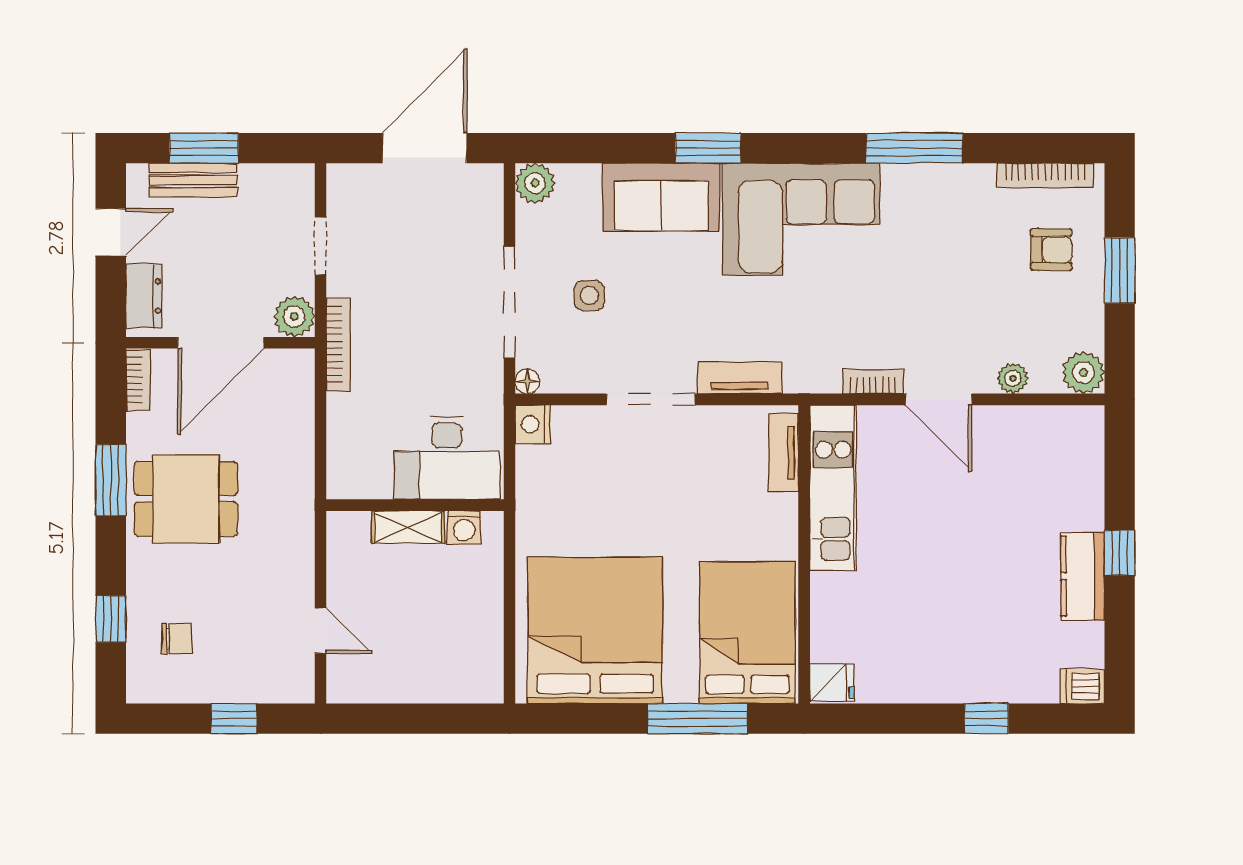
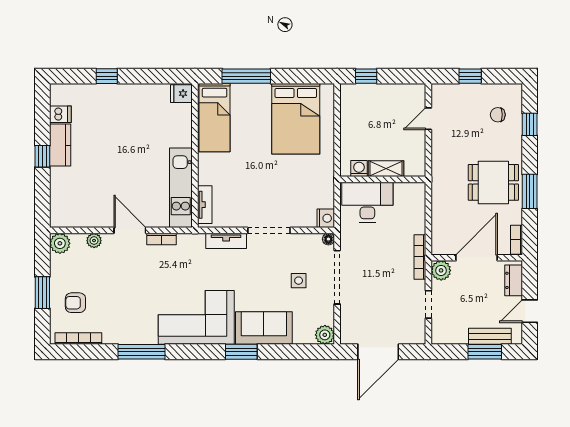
bed: (595, 630) -> (296, 119), width x0.73
door: (321, 631) -> (428, 119), hinge flipped
bed: (747, 633) -> (215, 118), width x0.67
dishwasher: (1082, 686) -> (60, 114), moved
window: (449, 719) -> (366, 76), added

